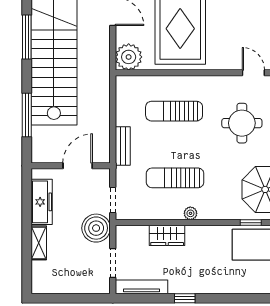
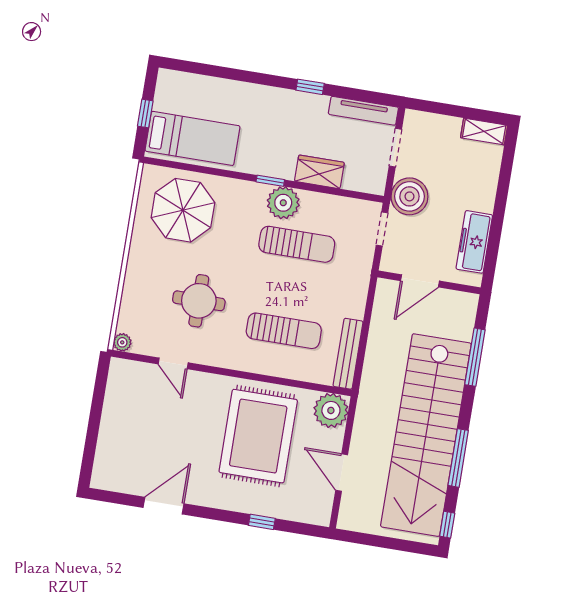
bench: (123, 146) -> (348, 354), moved, width x1.36
plant: (190, 213) -> (283, 203), width x1.88, depth x1.88
window: (251, 223) -> (270, 181), moved
shelving: (39, 243) -> (484, 131), moved, turned 90

